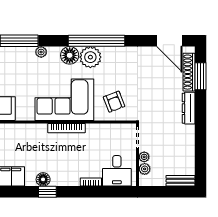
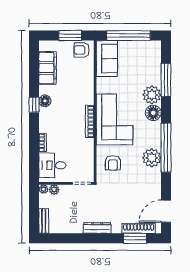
plant: (41, 52) -> (152, 95), width x1.88, depth x1.88
floor lamp: (70, 55) -> (153, 113), moved
plant: (90, 57) -> (152, 158), moved
armchair: (114, 102) -> (113, 163), turned -69
dresser: (189, 108) -> (97, 228), moved
plant: (144, 157) -> (43, 189), moved

